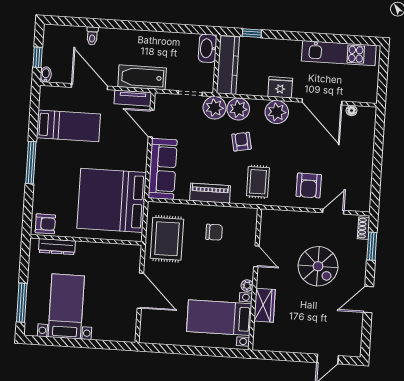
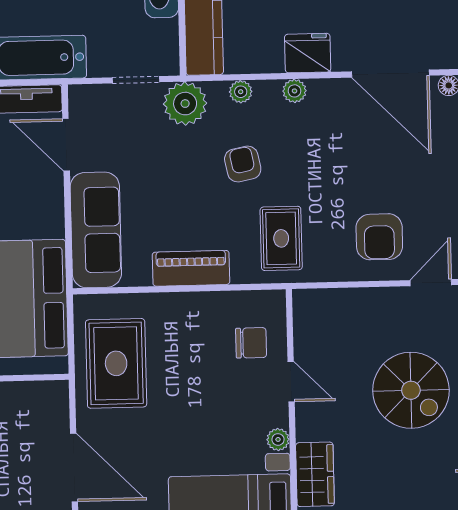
plant: (238, 109) -> (241, 92), width x0.53, depth x0.53
plant: (277, 112) -> (294, 91), width x0.53, depth x0.53
chair: (214, 232) -> (251, 343), moved

